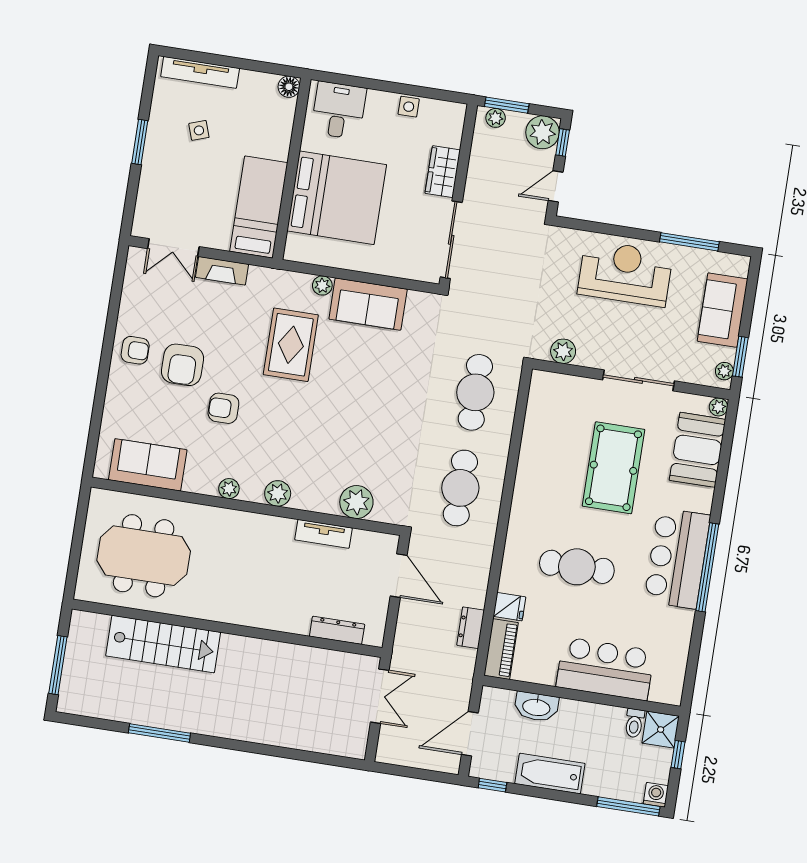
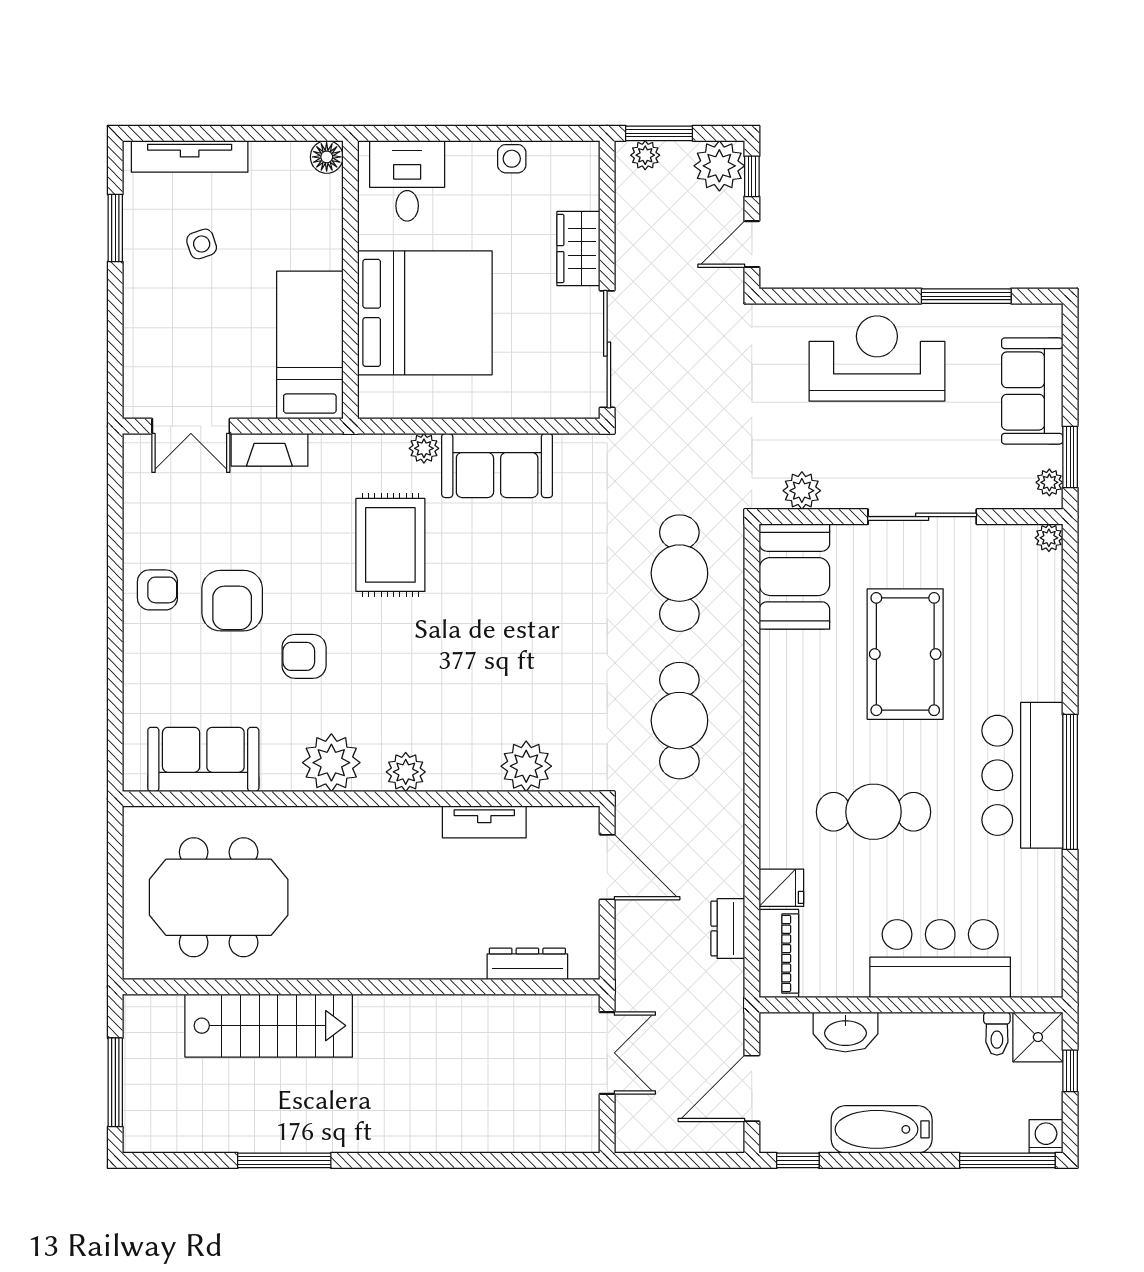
window: (140, 142) -> (115, 228), moved
booth: (698, 450) -> (794, 577), moved
plant: (229, 489) -> (331, 763), width x1.88, depth x1.88

